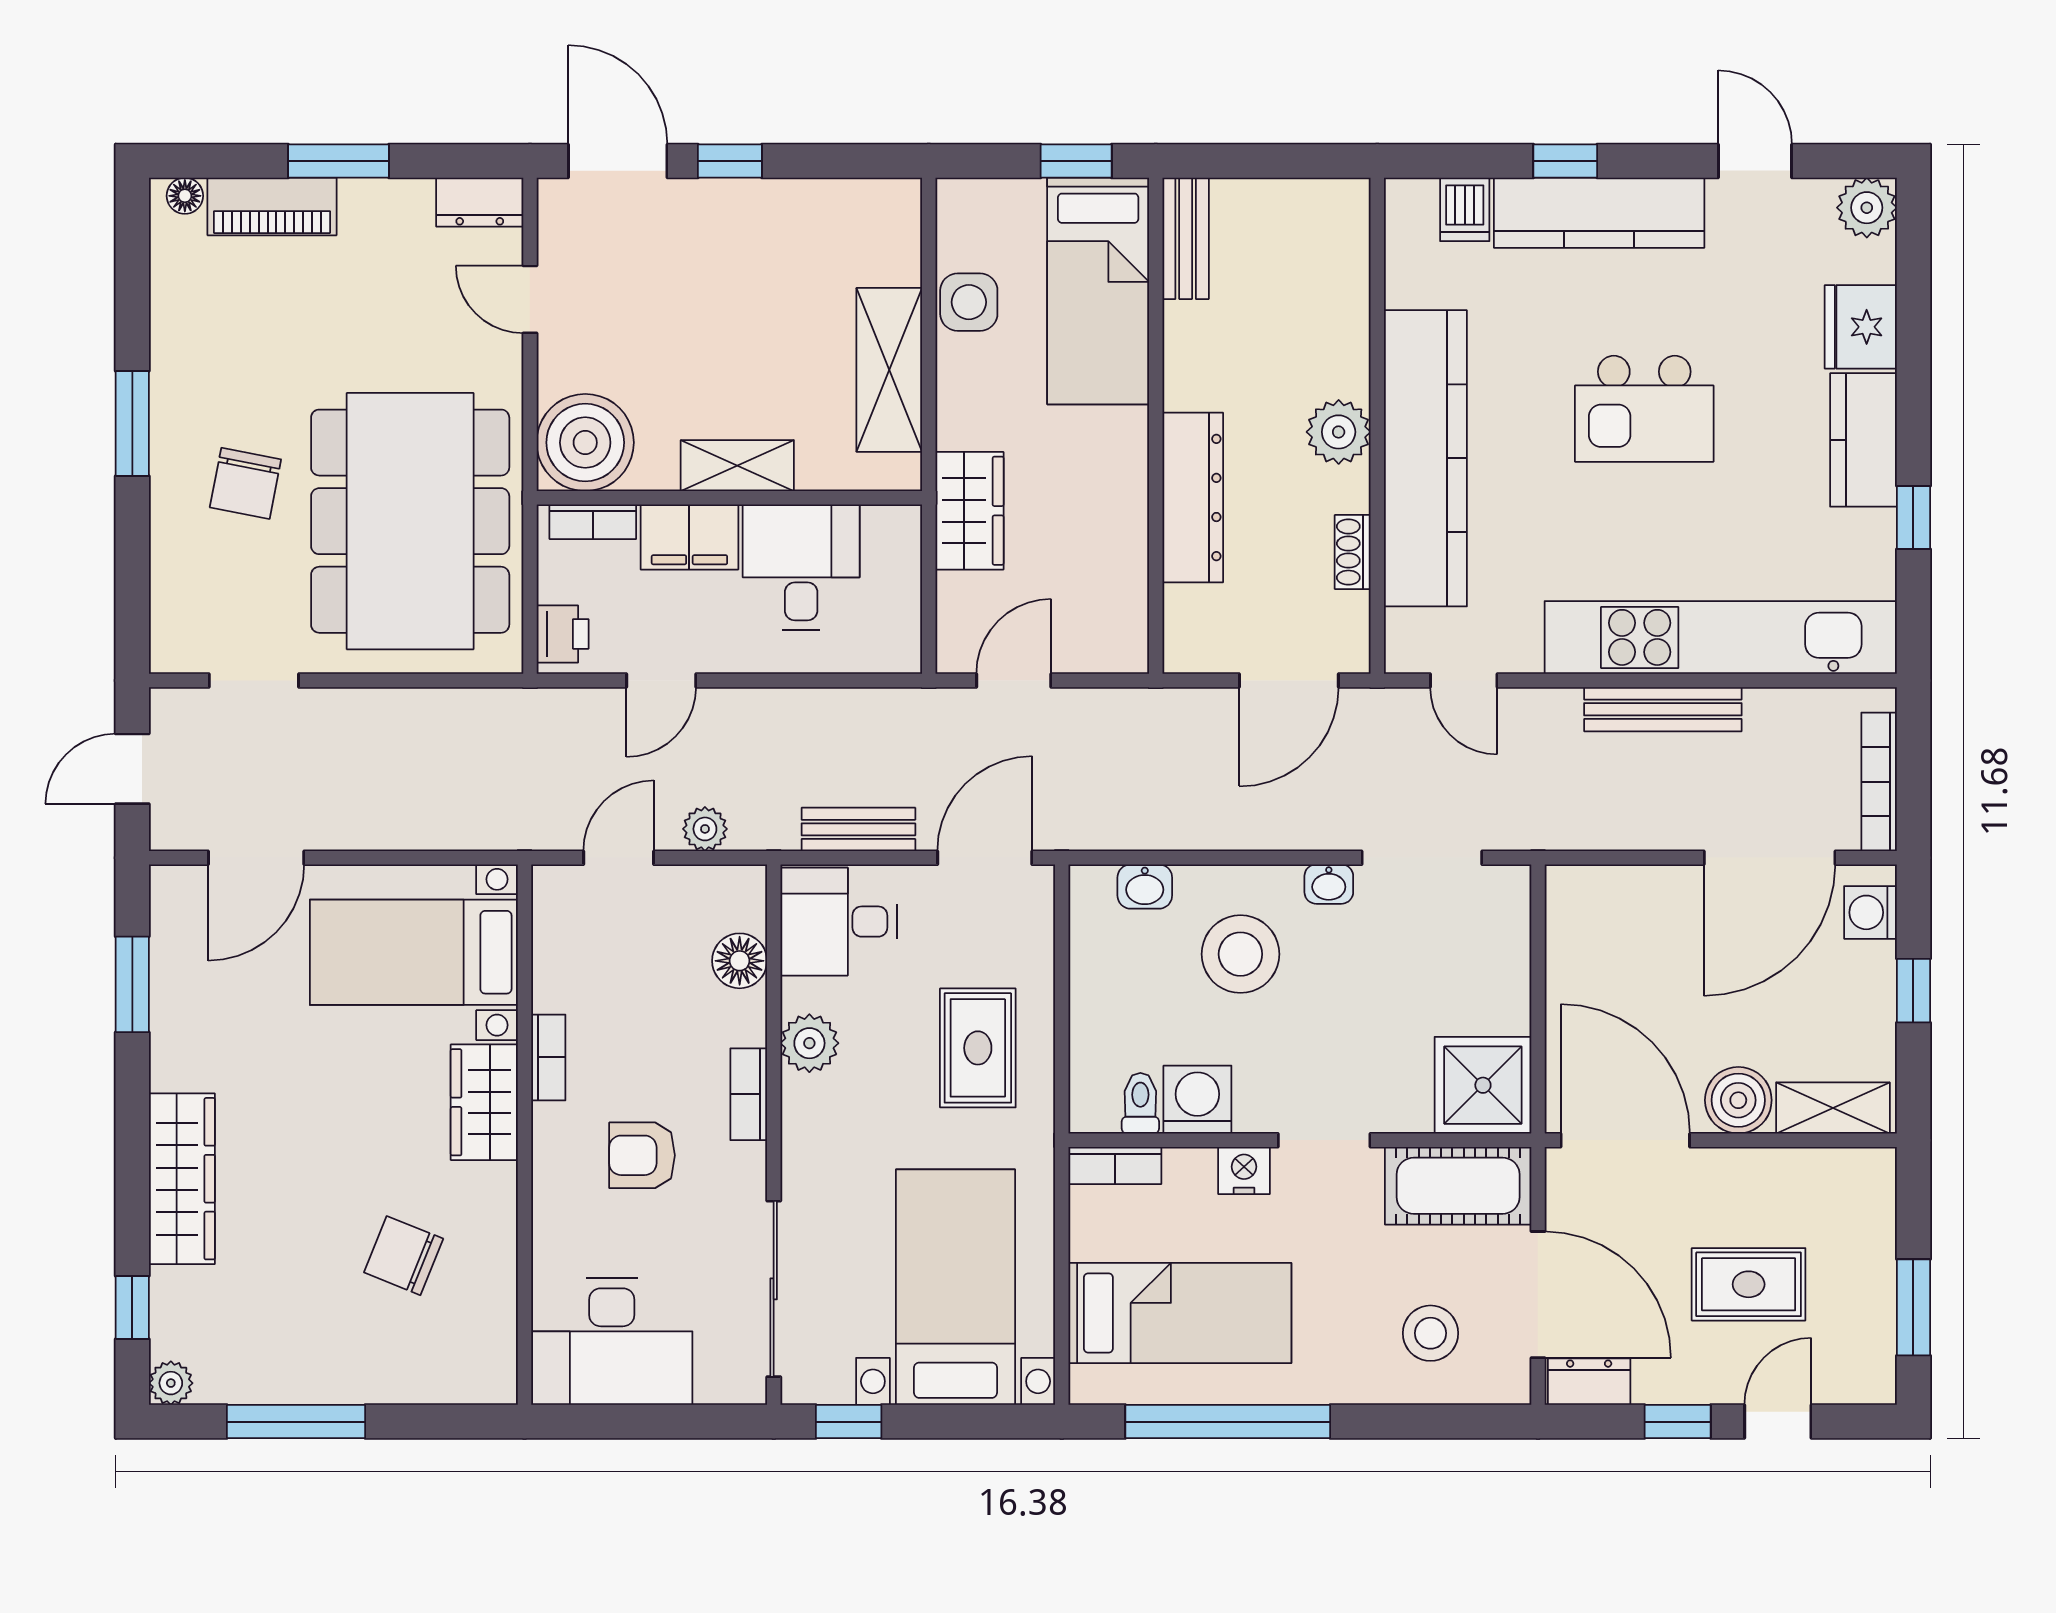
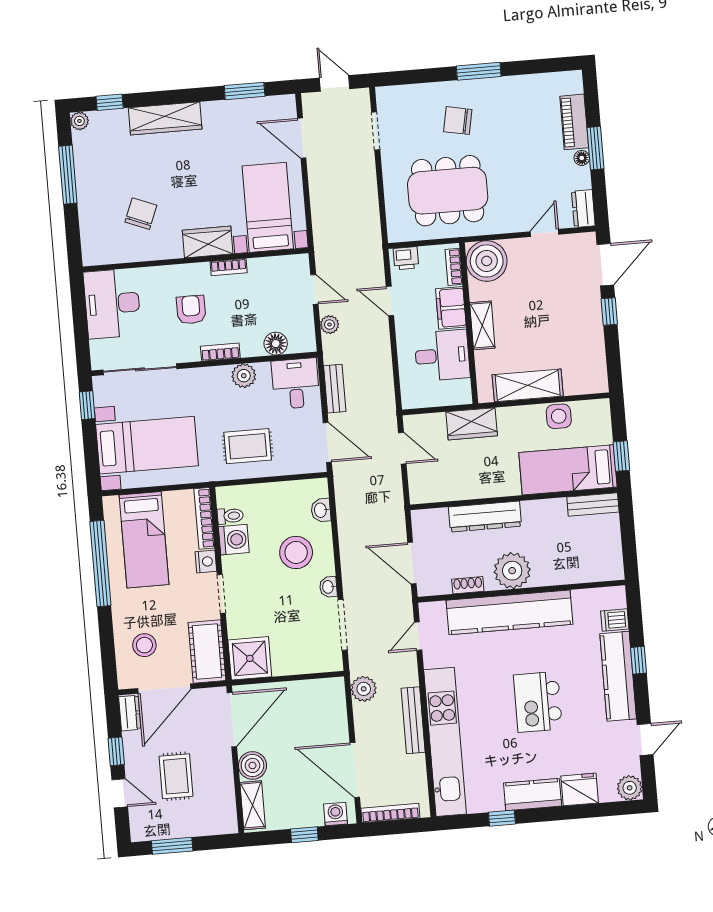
floor lamp: (185, 196) -> (582, 158), moved
plant: (1339, 432) -> (512, 571), width x1.36, depth x1.36
dining table: (410, 521) -> (448, 191), width x0.73, depth x0.80
plant: (1578, 820) -> (364, 689), added
bookcase: (1115, 1165) -> (204, 518), width x1.56

